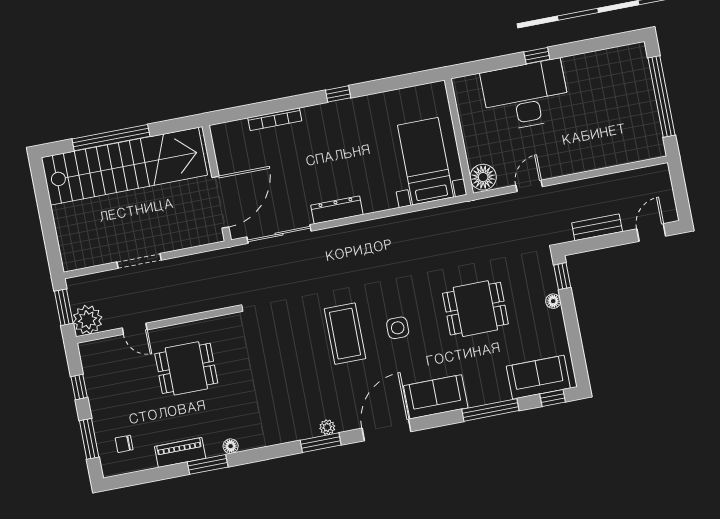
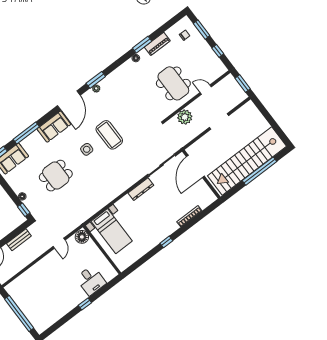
desk: (526, 95) -> (91, 280), width x0.53, depth x0.77
plant: (87, 320) -> (185, 117), moved
dining table: (186, 368) -> (173, 83), width x1.37

